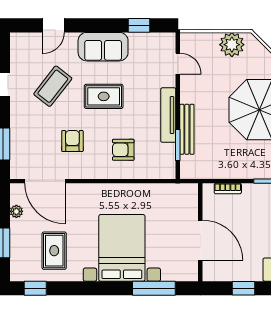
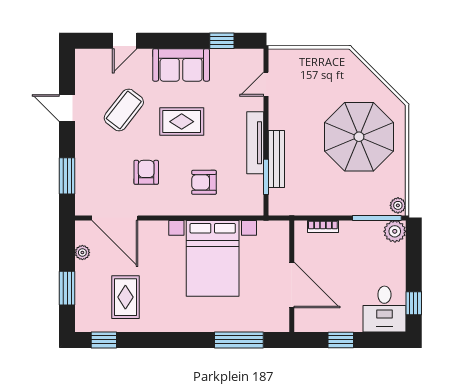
plant: (232, 45) -> (328, 63), removed
door: (178, 64) -> (266, 84), swing flipped
bed with nightstands: (122, 248) -> (213, 258), moved, turned 180

